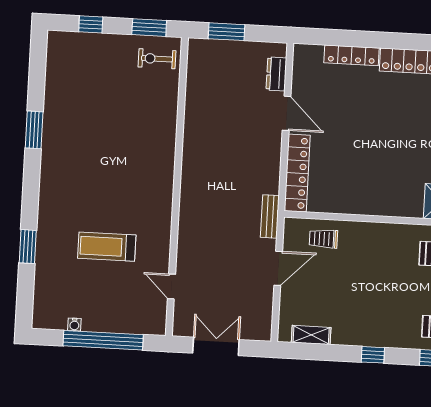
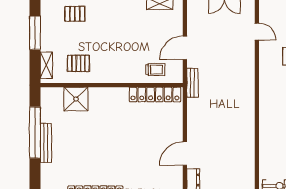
door: (287, 113) -> (185, 154), hinge flipped
locker: (297, 173) -> (155, 94), moved, turned -90

